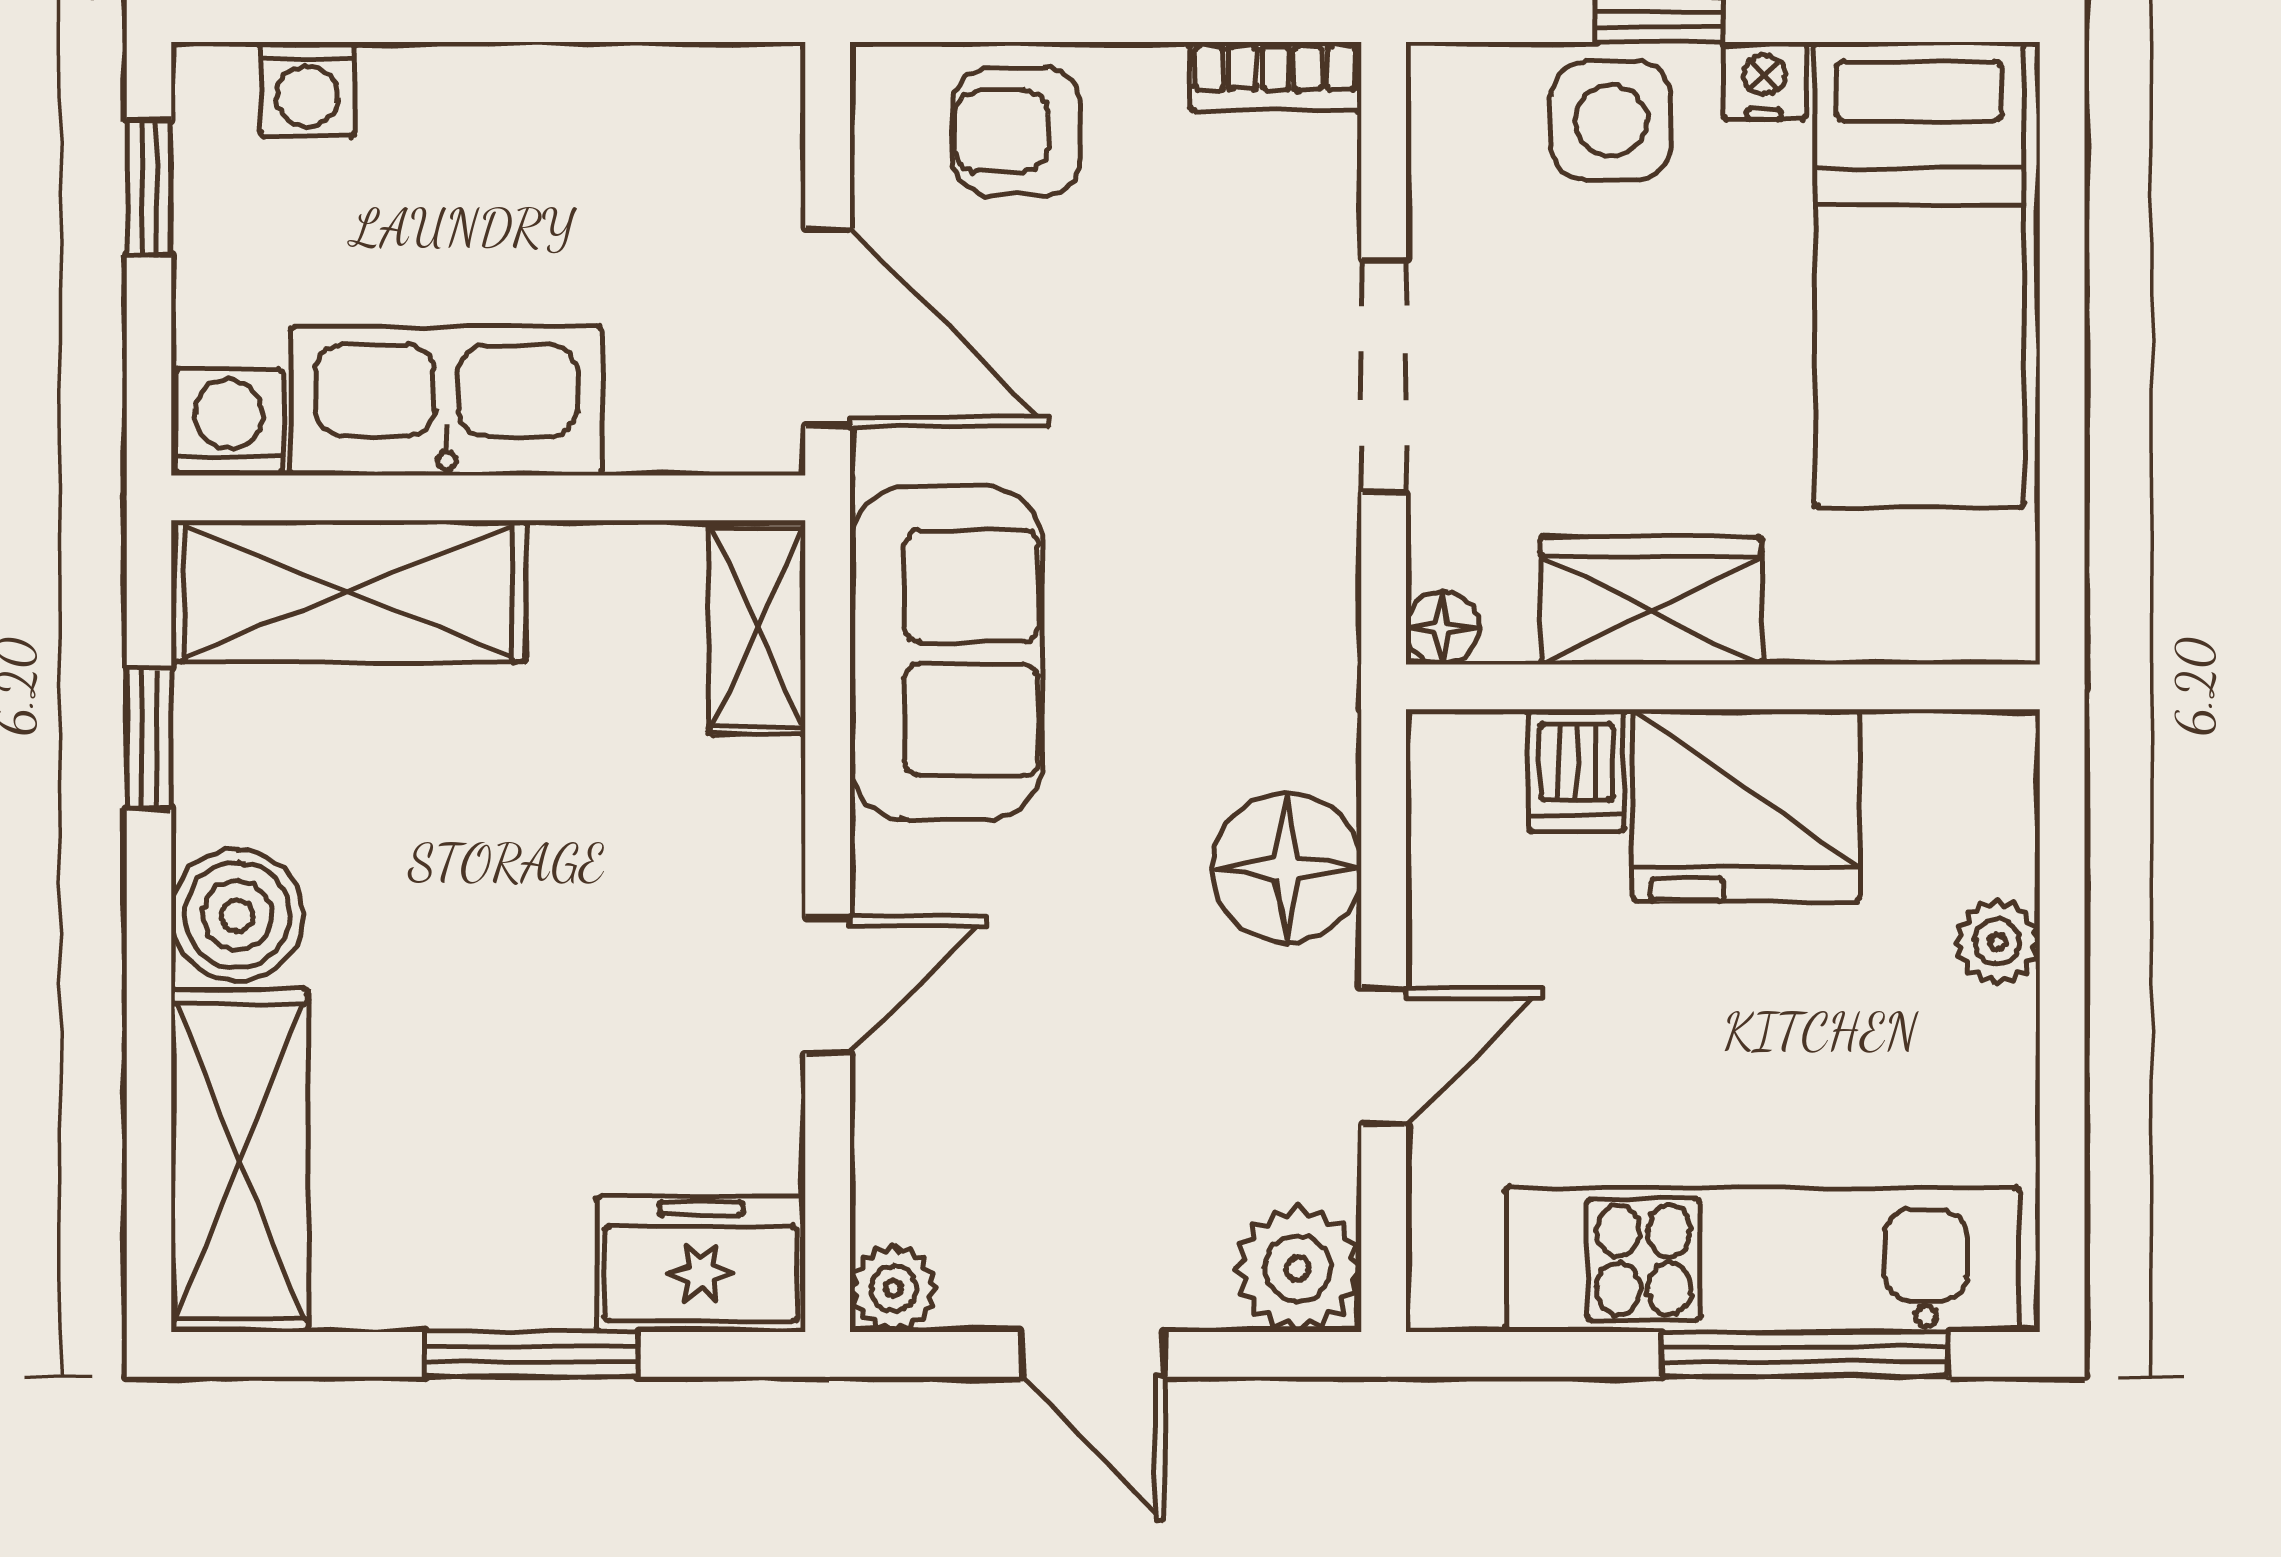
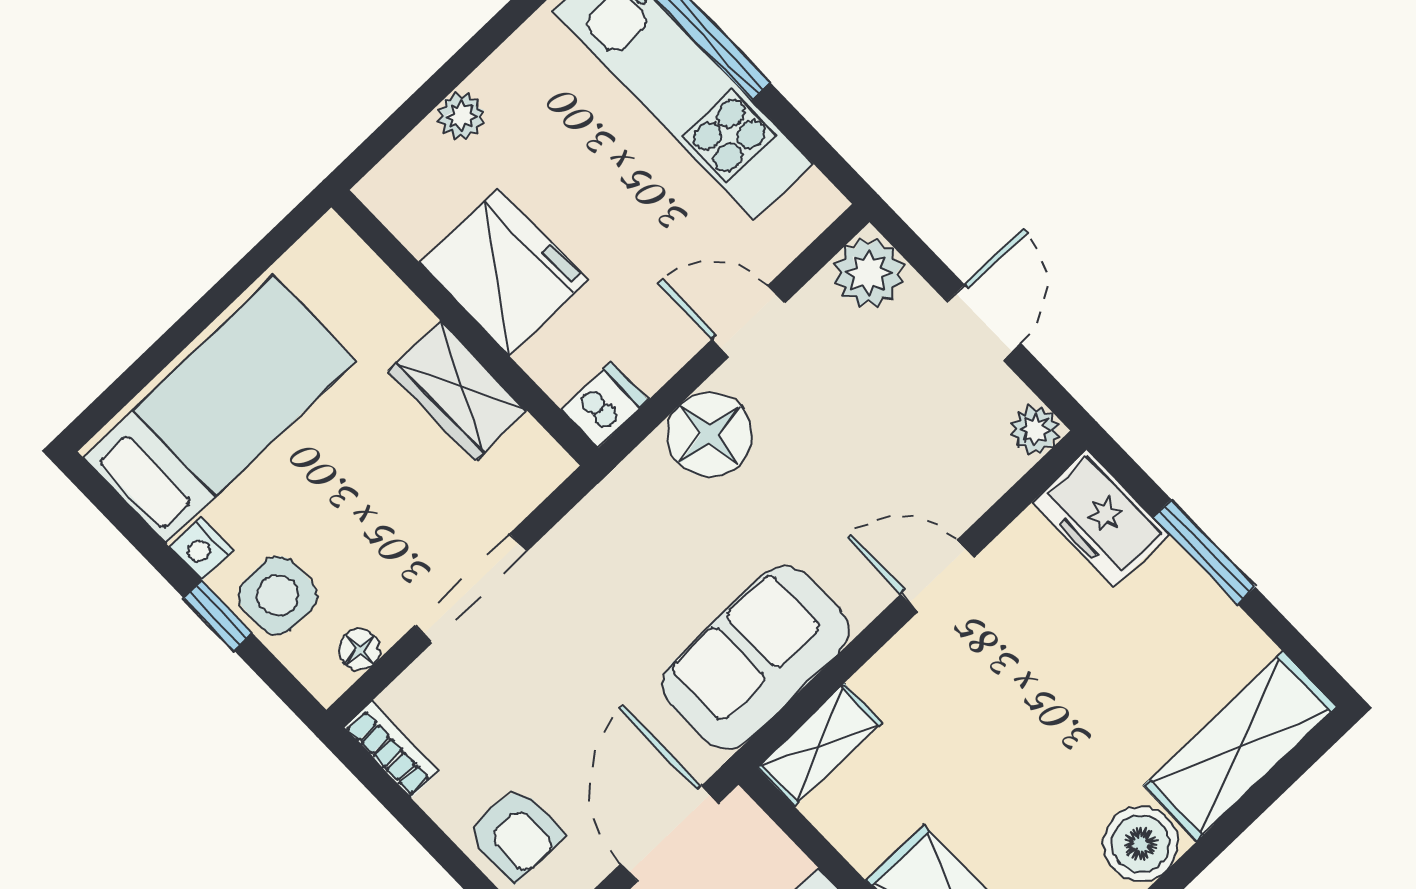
floor lamp: (1442, 628) -> (359, 649), moved
dishwasher: (1576, 770) -> (605, 405), moved

